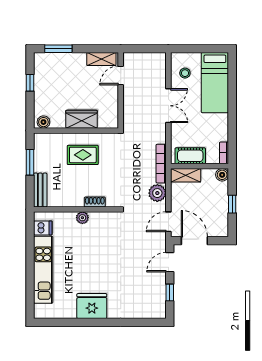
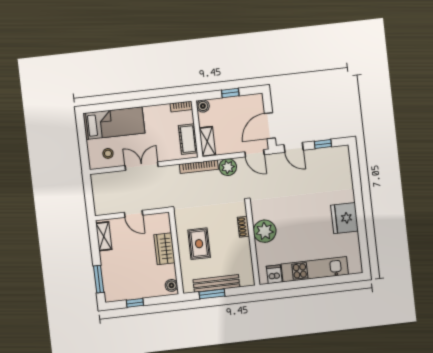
door: (121, 75) -> (133, 214), moved
bench: (40, 190) -> (216, 283), moved, width x1.36
plant: (82, 218) -> (265, 231), width x1.87, depth x1.87

